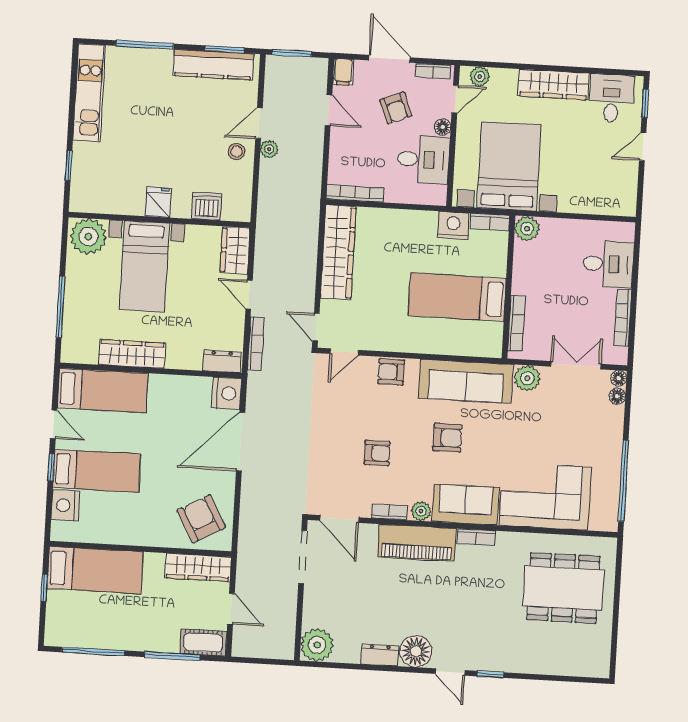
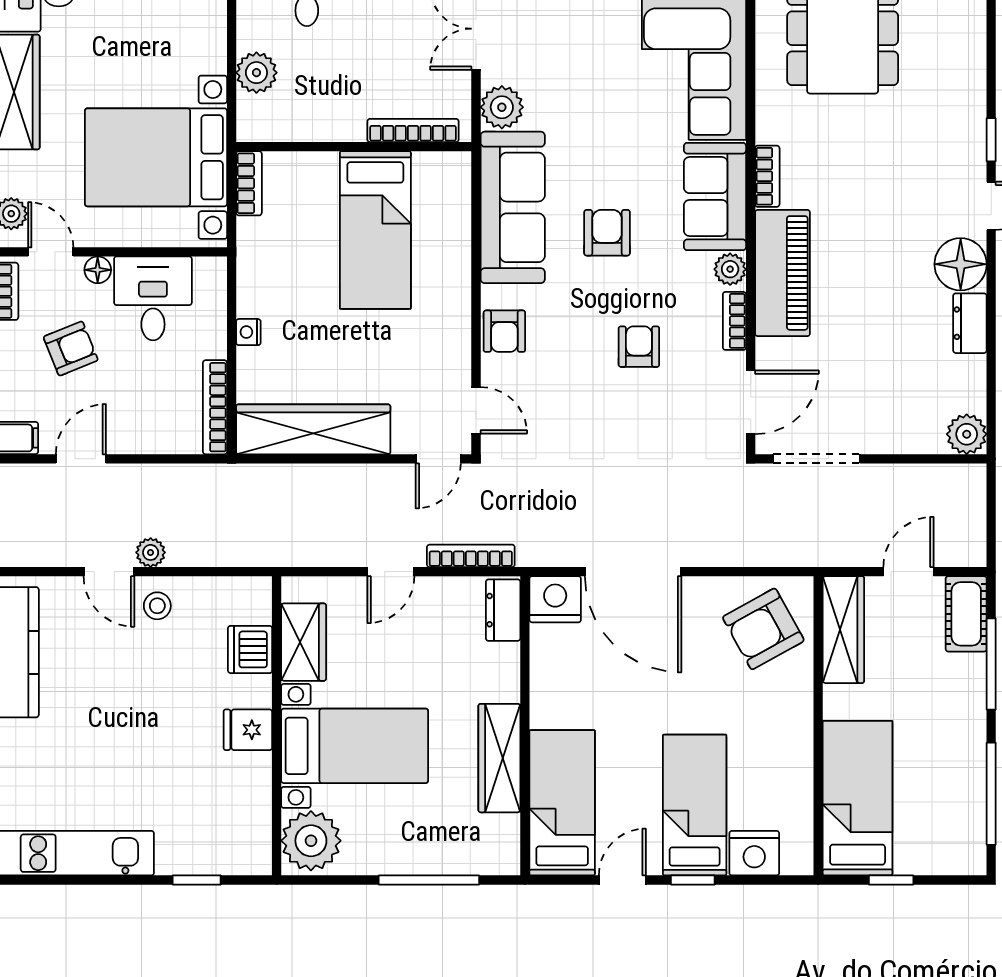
nightstand: (453, 225) -> (248, 332), moved, width x0.53, depth x0.56
plant: (527, 229) -> (256, 73), moved
wardrobe: (235, 250) -> (304, 642), moved, turned -90
plant: (317, 645) -> (967, 434), width x0.73, depth x0.73

